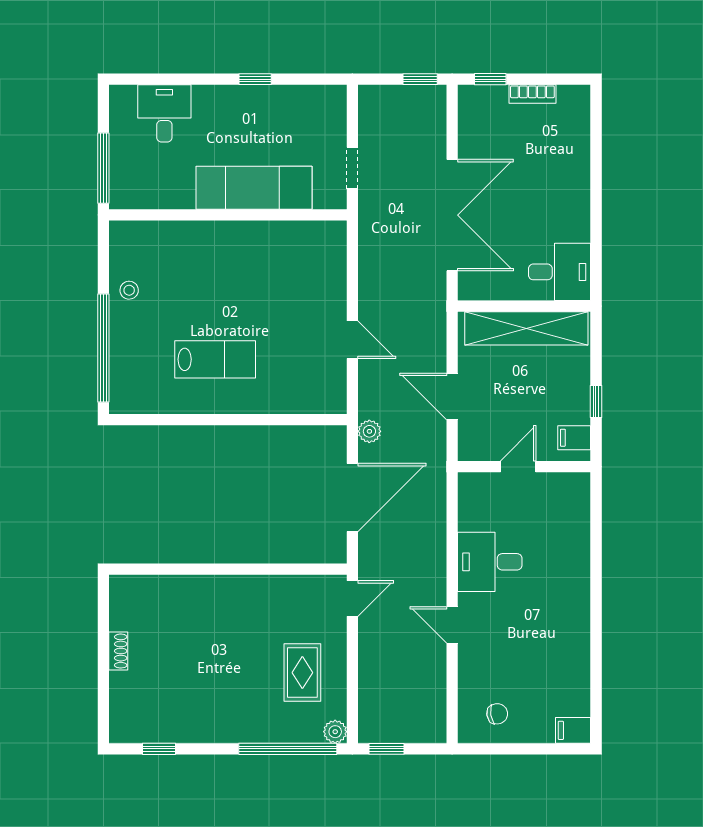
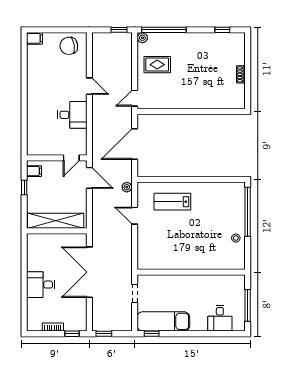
window: (255, 79) -> (152, 334), moved
window: (103, 168) -> (248, 305), moved
exam couch: (254, 188) -> (163, 321), moved, turned 180
desk: (560, 272) -> (41, 285), moved
lab bench: (215, 359) -> (172, 202), moved
door: (452, 397) -> (89, 178), moved
plant: (369, 431) -> (127, 187), moved
door: (518, 467) -> (71, 158), moved
rug: (302, 673) -> (157, 65), turned 90
chair: (497, 714) -> (69, 46), width x1.87, depth x1.87

